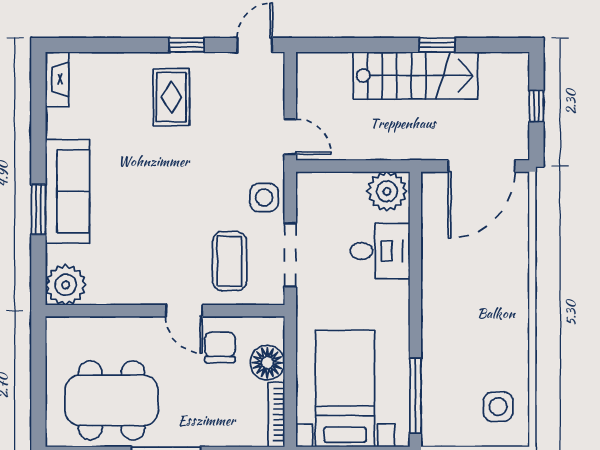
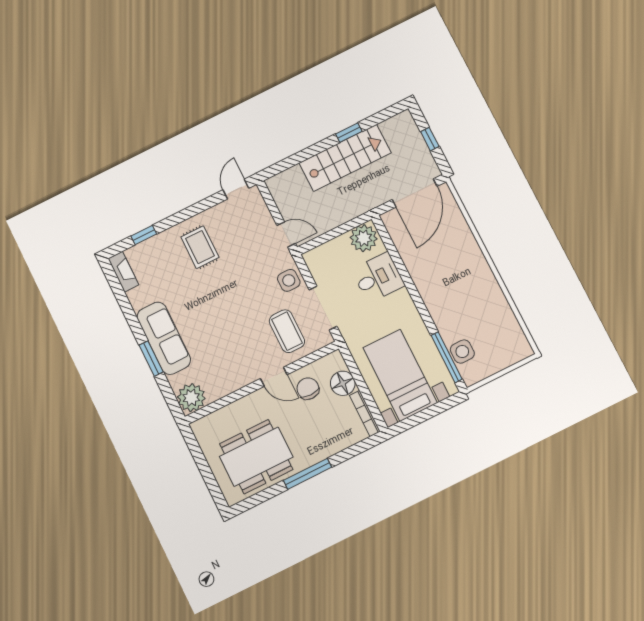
window: (187, 45) -> (144, 235), moved
side table: (498, 407) -> (462, 352), moved

